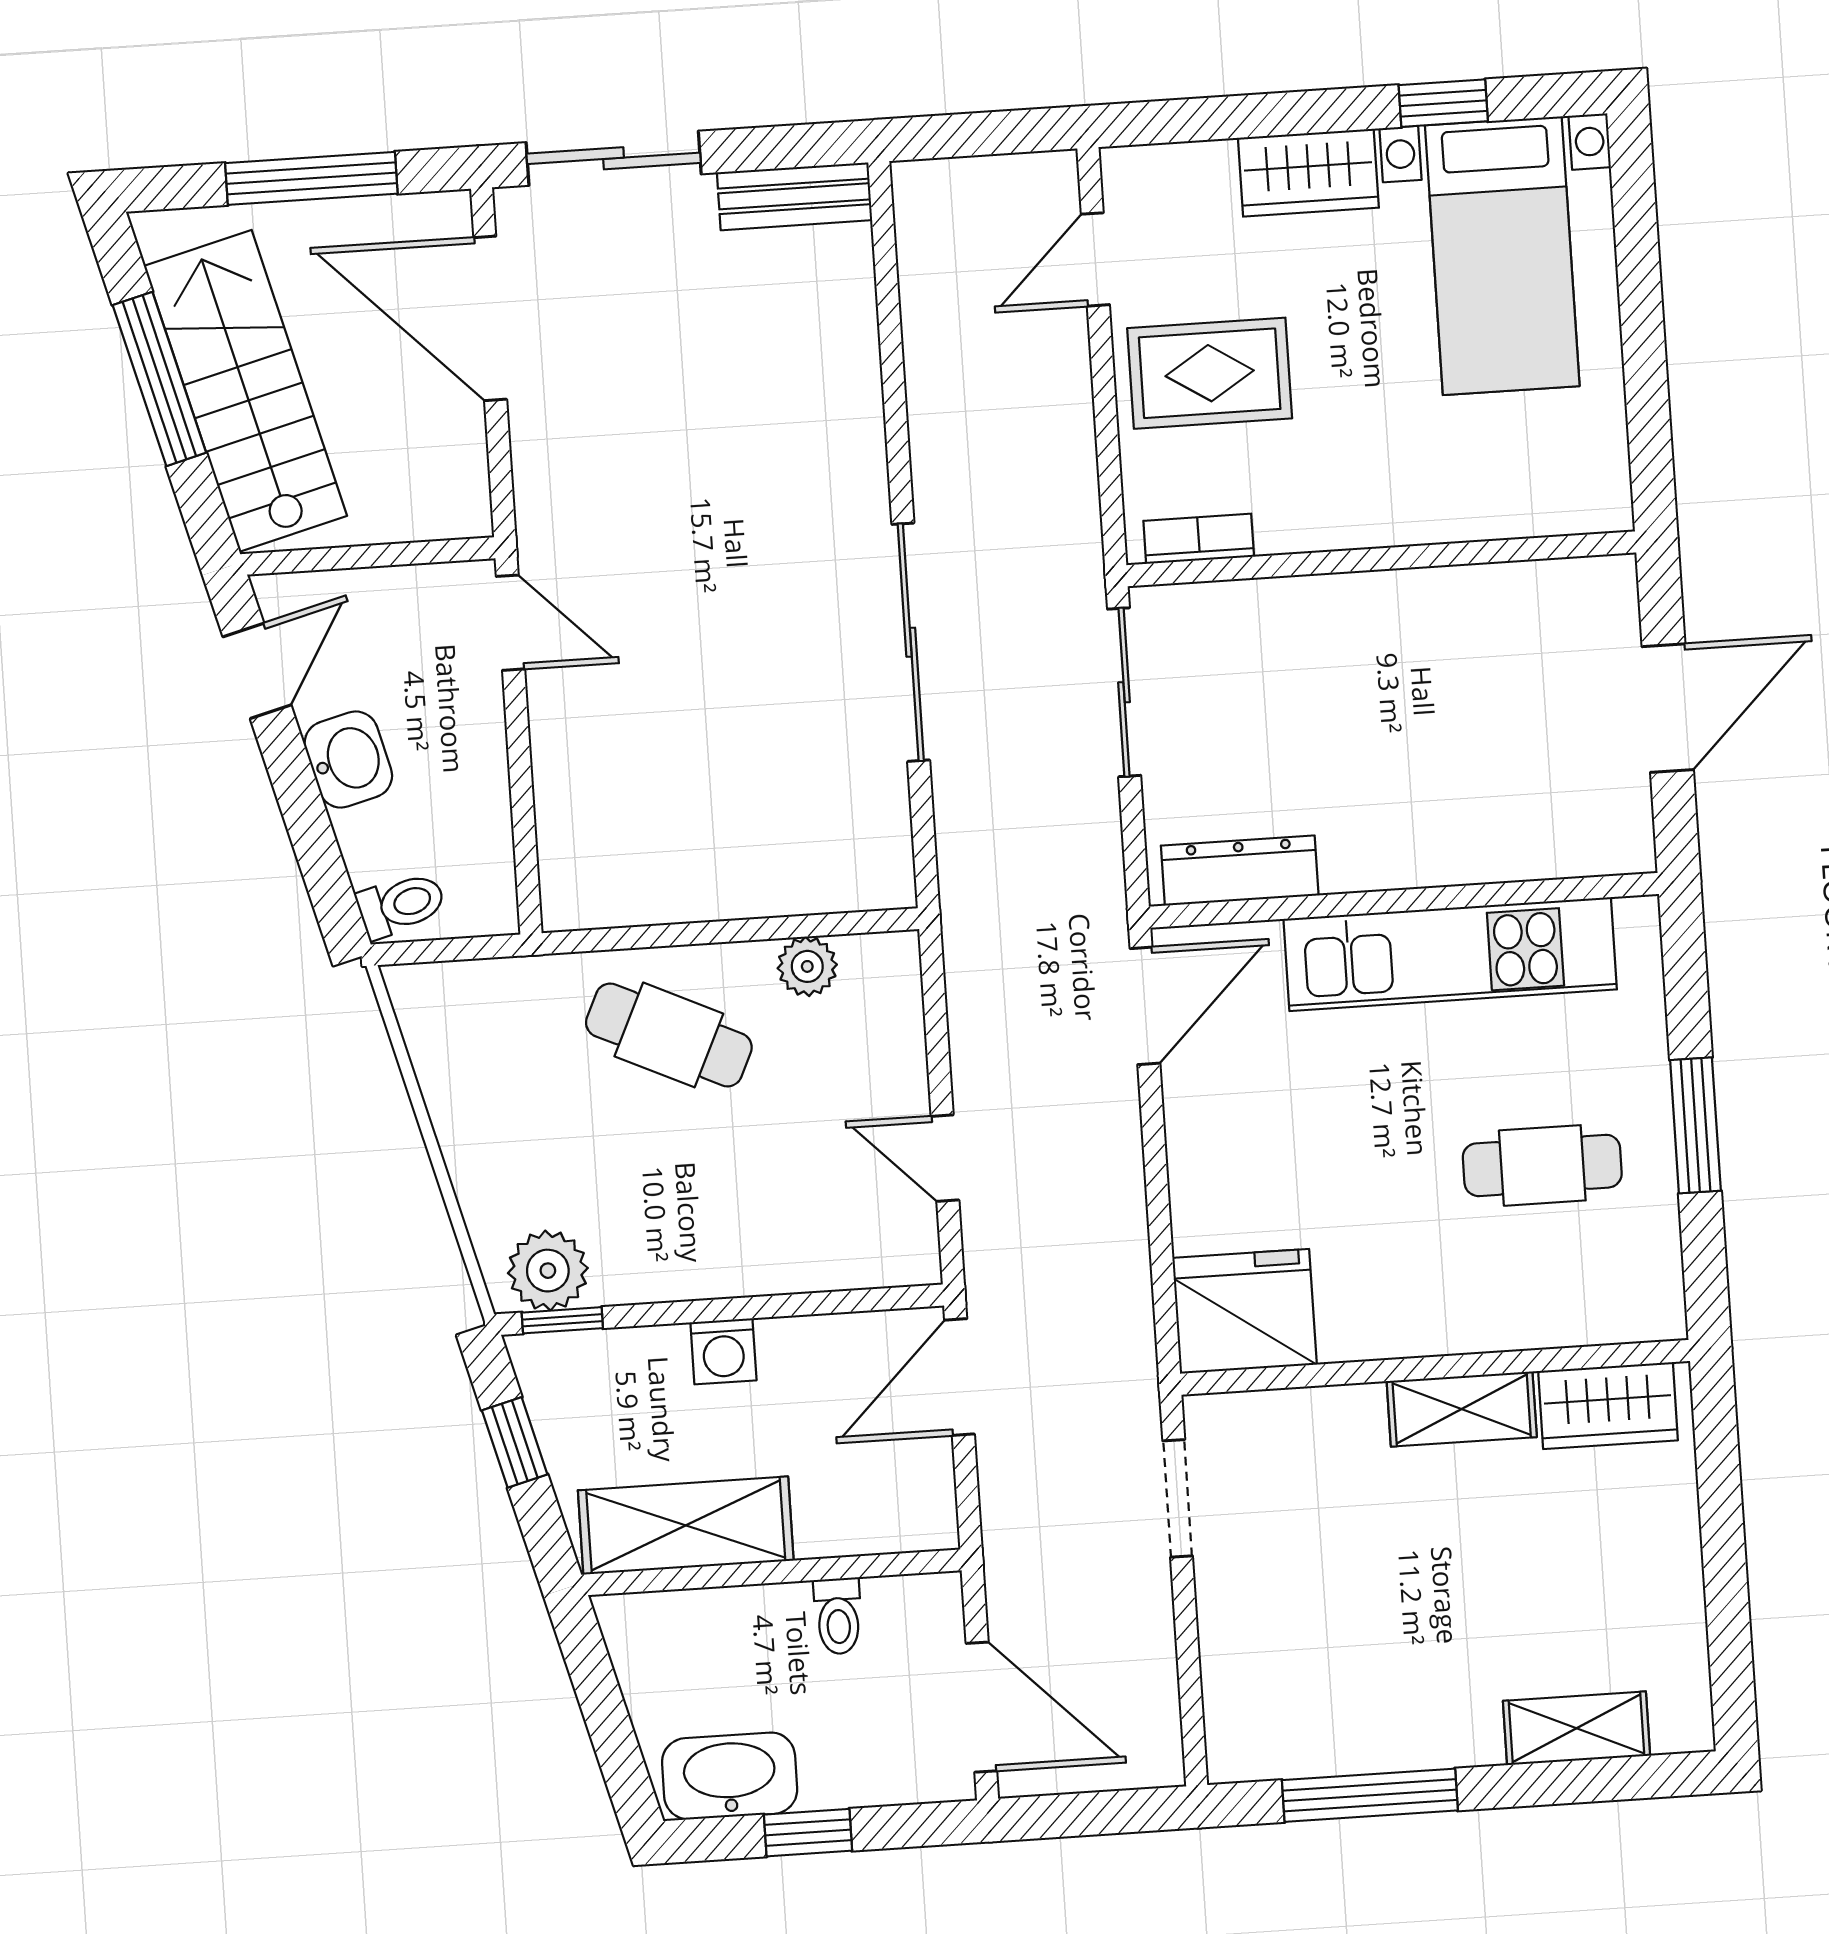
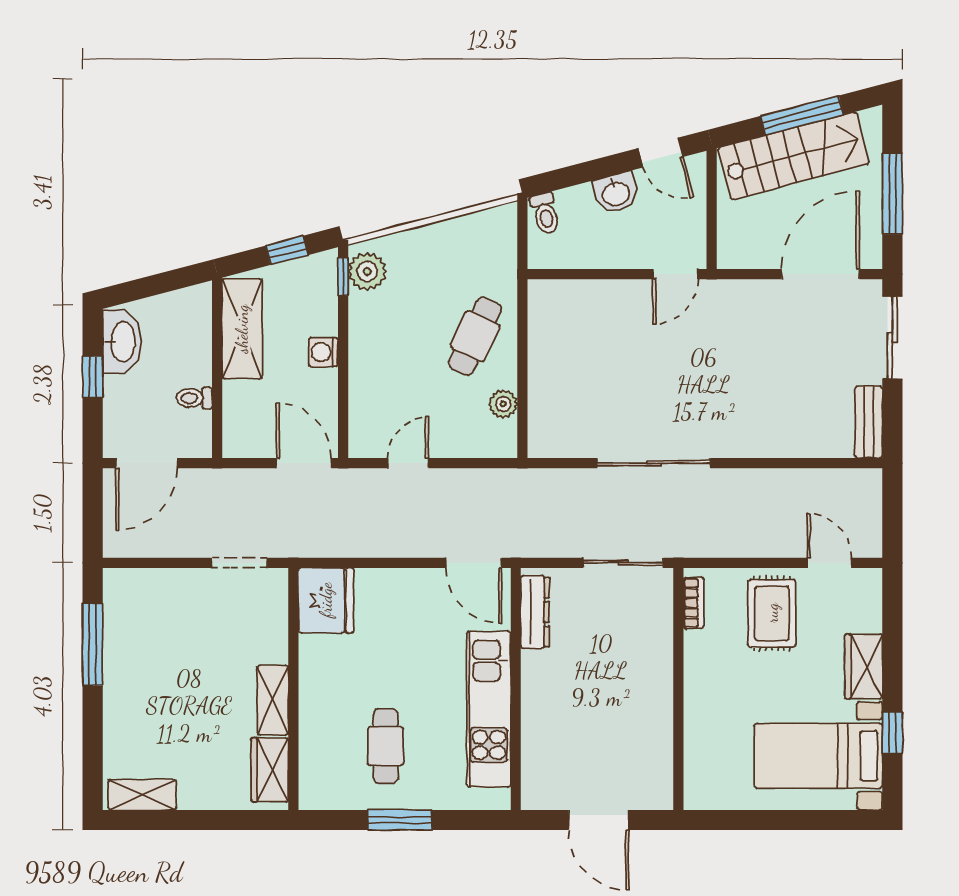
shelving: (1576, 1728) -> (142, 795), moved, turned 90

